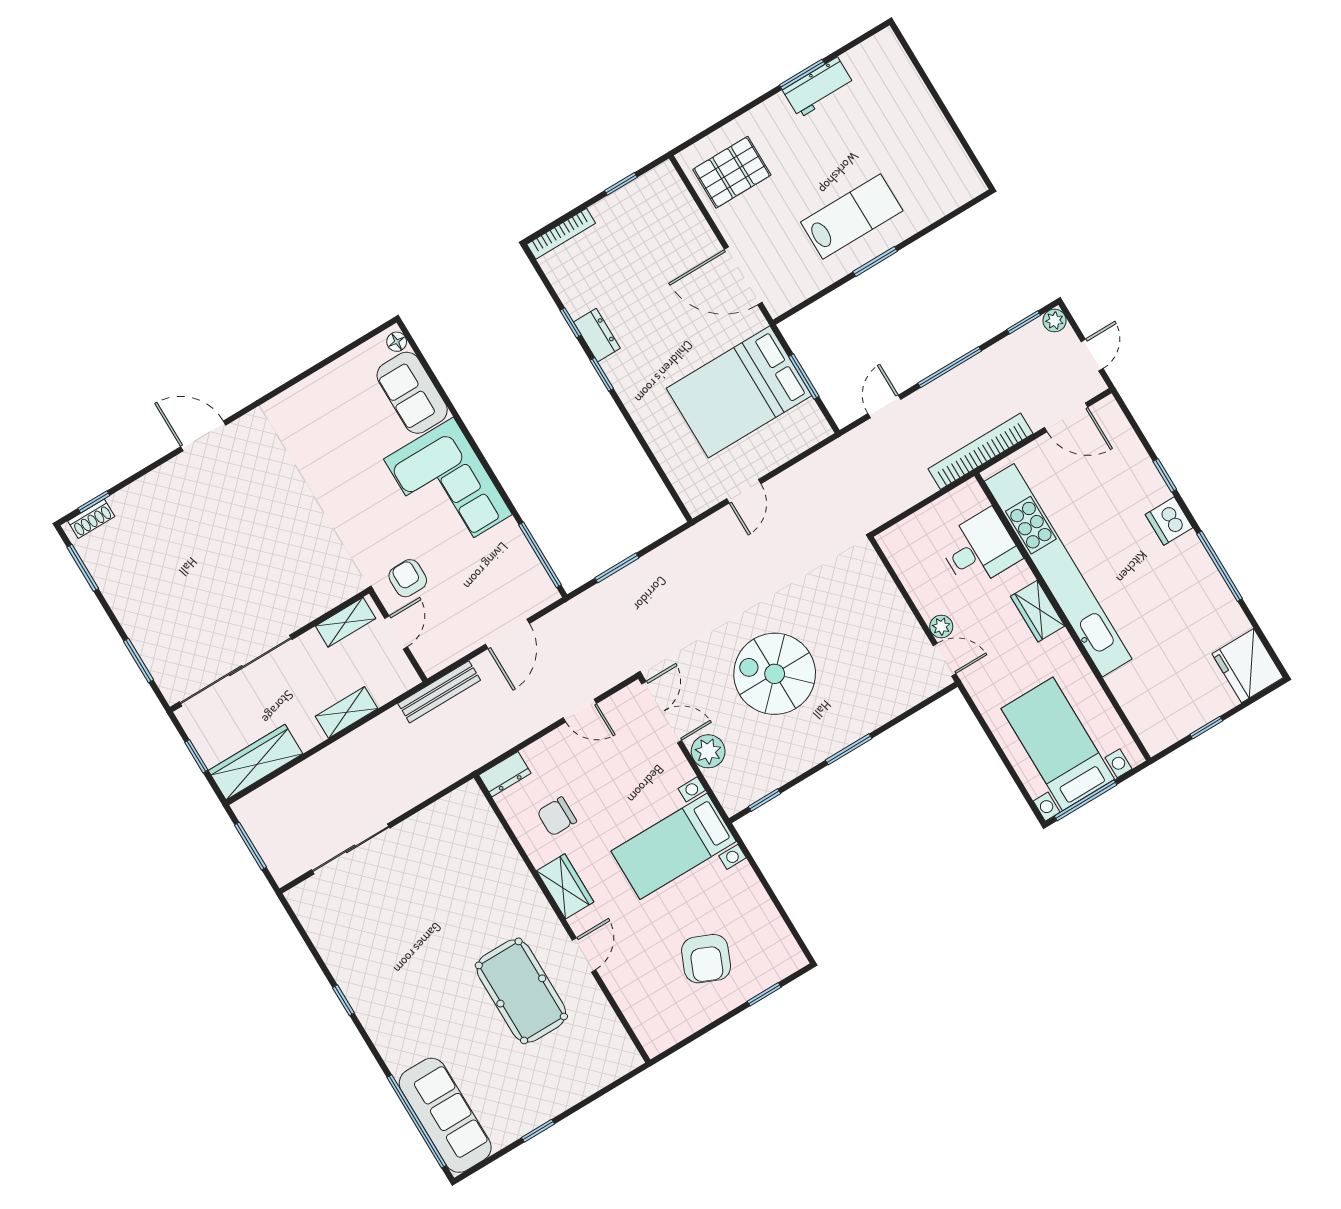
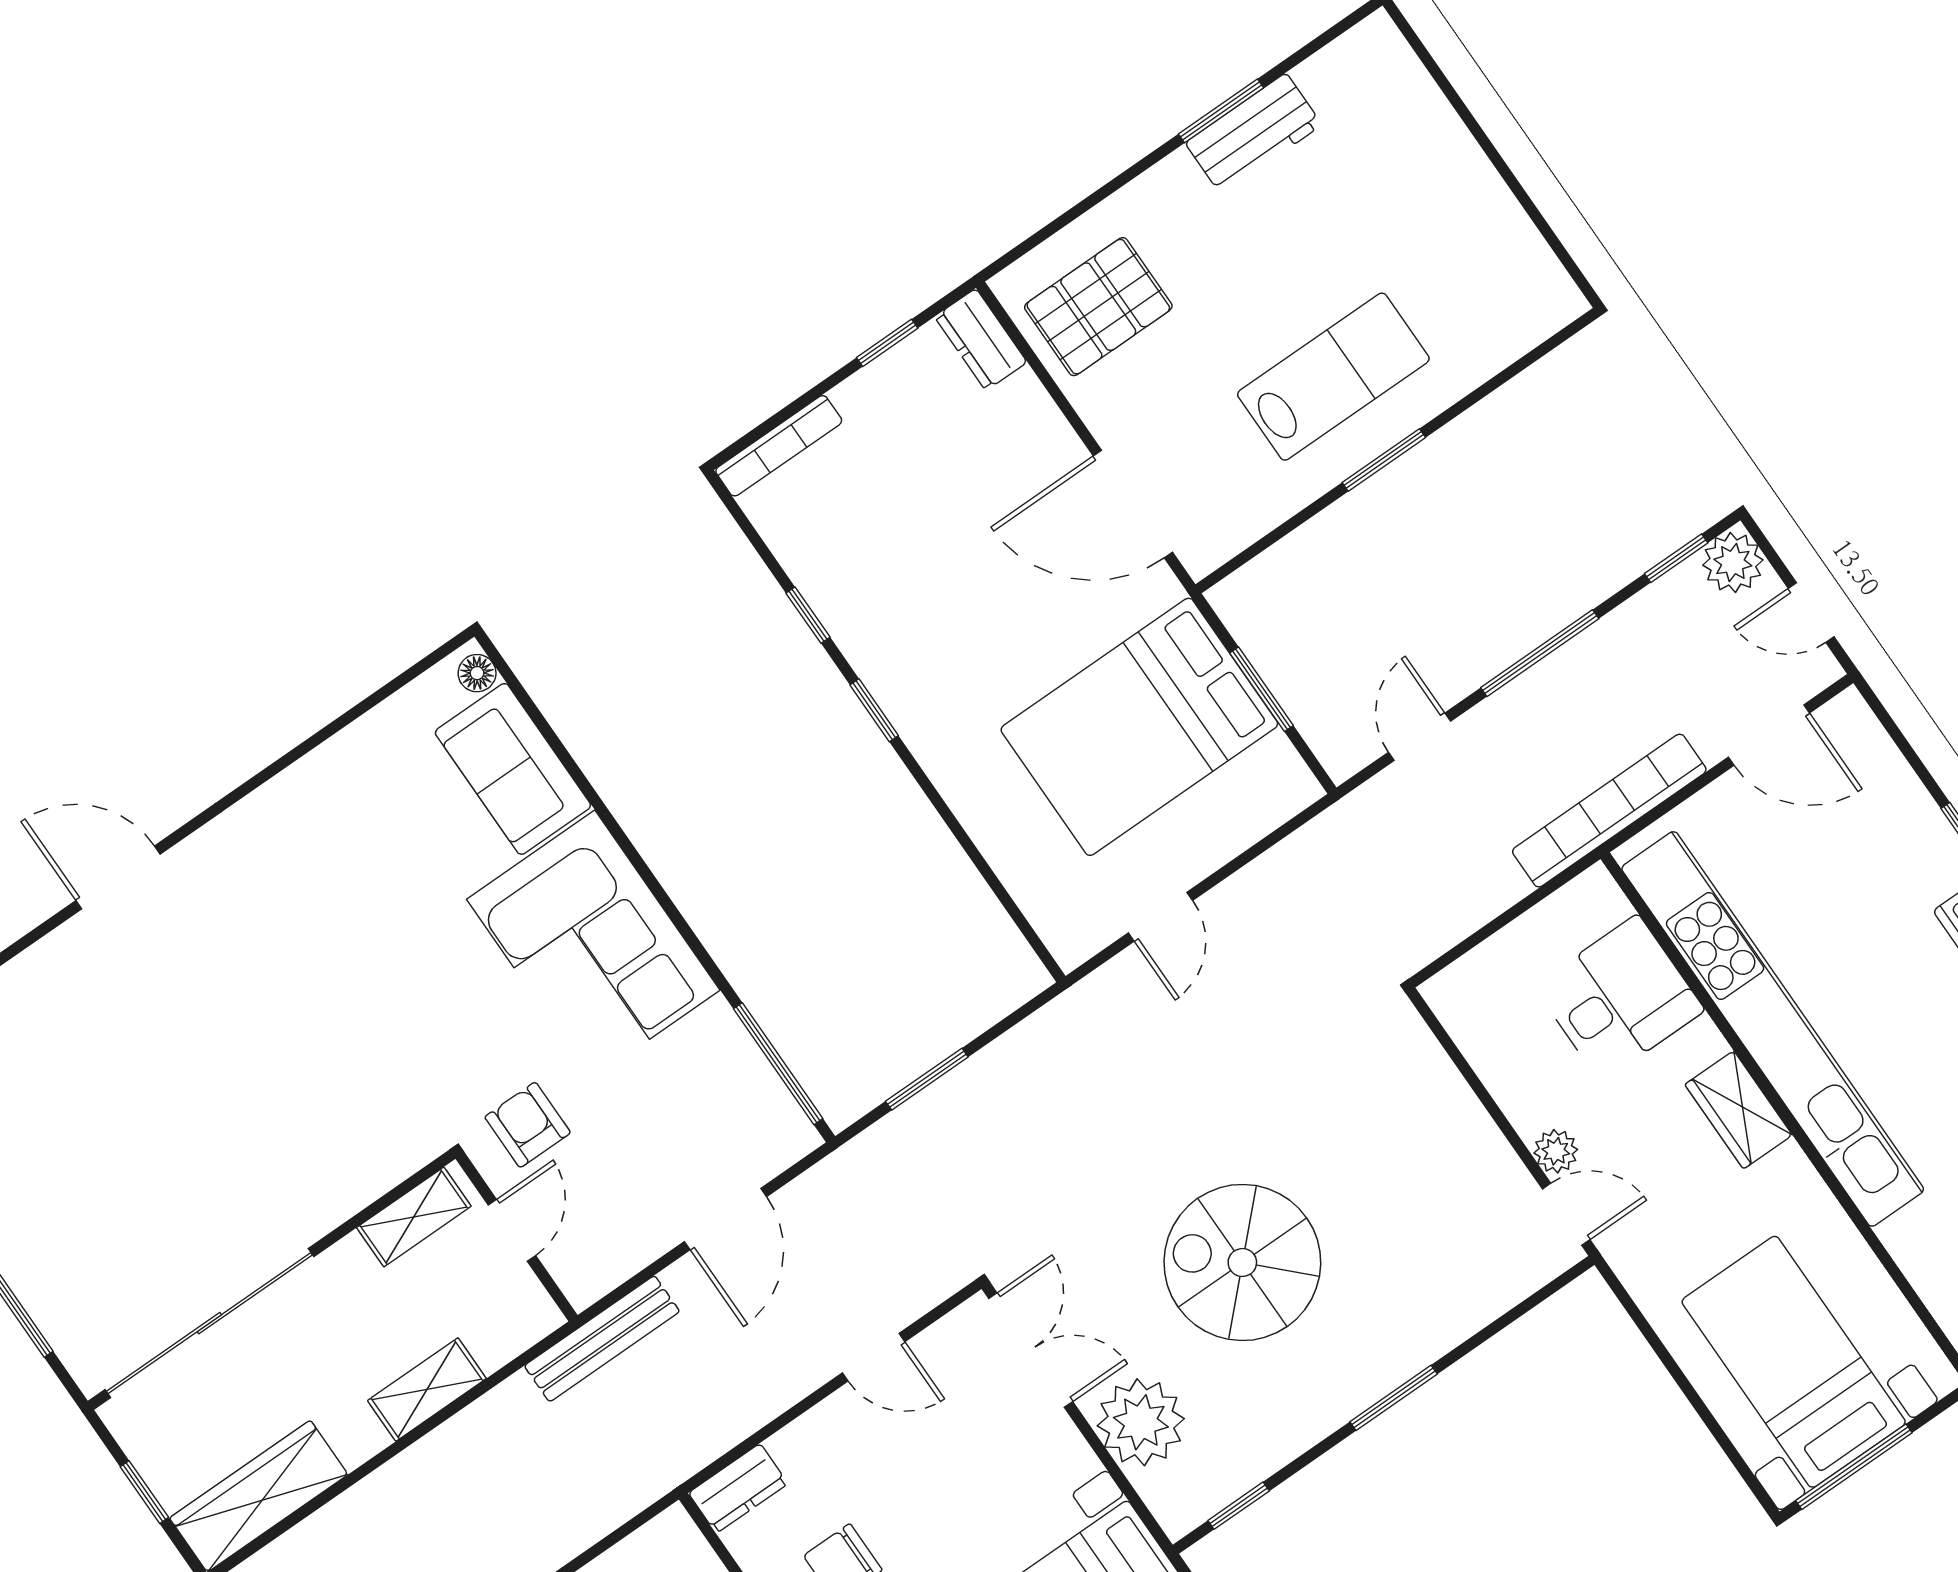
plant: (1055, 321) -> (1733, 562), width x1.38, depth x1.38
dresser: (597, 335) -> (981, 340), moved, turned 180
door: (1092, 355) -> (1811, 612), swing flipped
plant: (708, 751) -> (1141, 1422), width x1.36, depth x1.36

